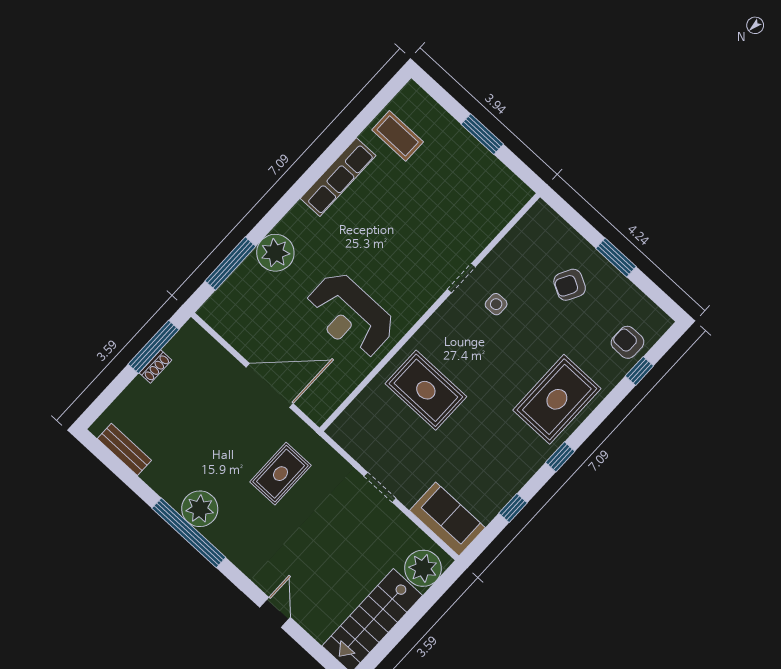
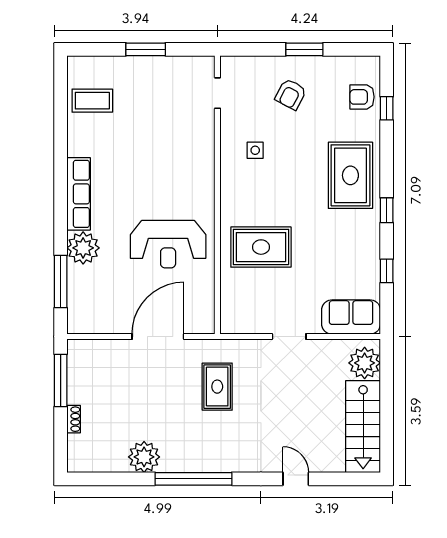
row of seats: (338, 177) -> (79, 194), moved
doorway: (461, 278) -> (217, 93), moved
shoe rack: (155, 367) -> (74, 419), moved
bench: (124, 449) -> (103, 463), removed
plant: (200, 509) -> (144, 457), moved

